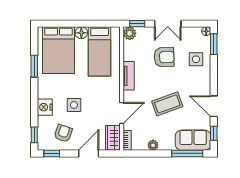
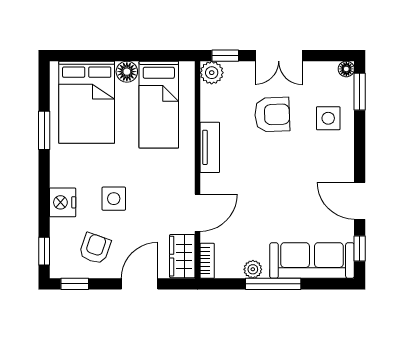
coffee table: (167, 104) -> (278, 197), removed
sofa: (193, 140) -> (312, 260), width x1.36
window: (187, 153) -> (273, 284), moved

